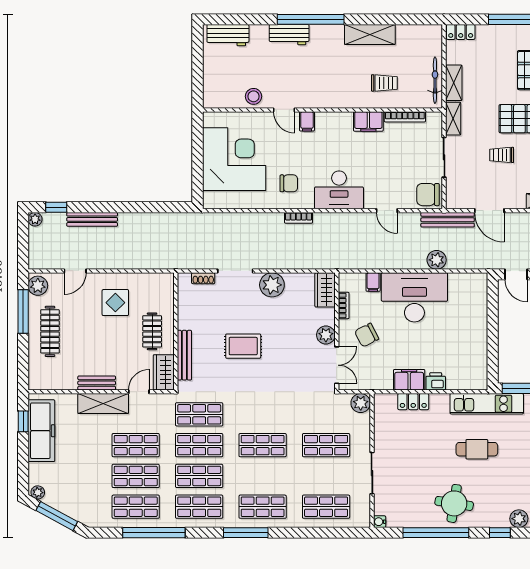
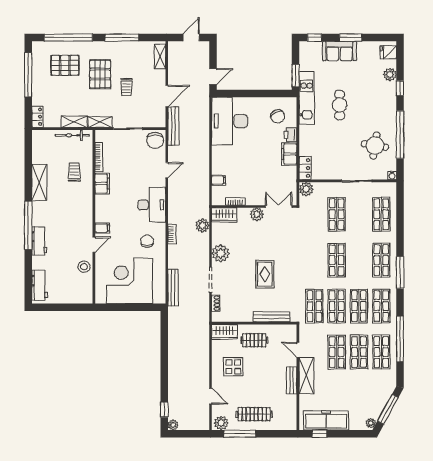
bench: (92, 219) -> (173, 288), moved
plant: (437, 260) -> (202, 226), moved
desk: (414, 297) -> (230, 121), moved
chair: (367, 335) -> (278, 116), moved
wardrobe: (164, 372) -> (225, 332), moved
locker: (413, 402) -> (305, 168), moved
round table: (454, 503) -> (375, 146), moved

